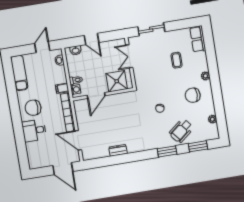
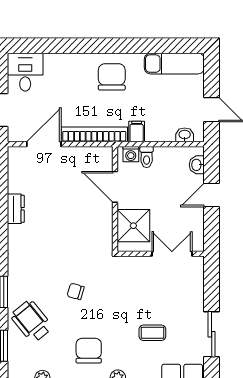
sliding door: (151, 29) -> (212, 334), moved
desk: (34, 130) -> (25, 72), moved

